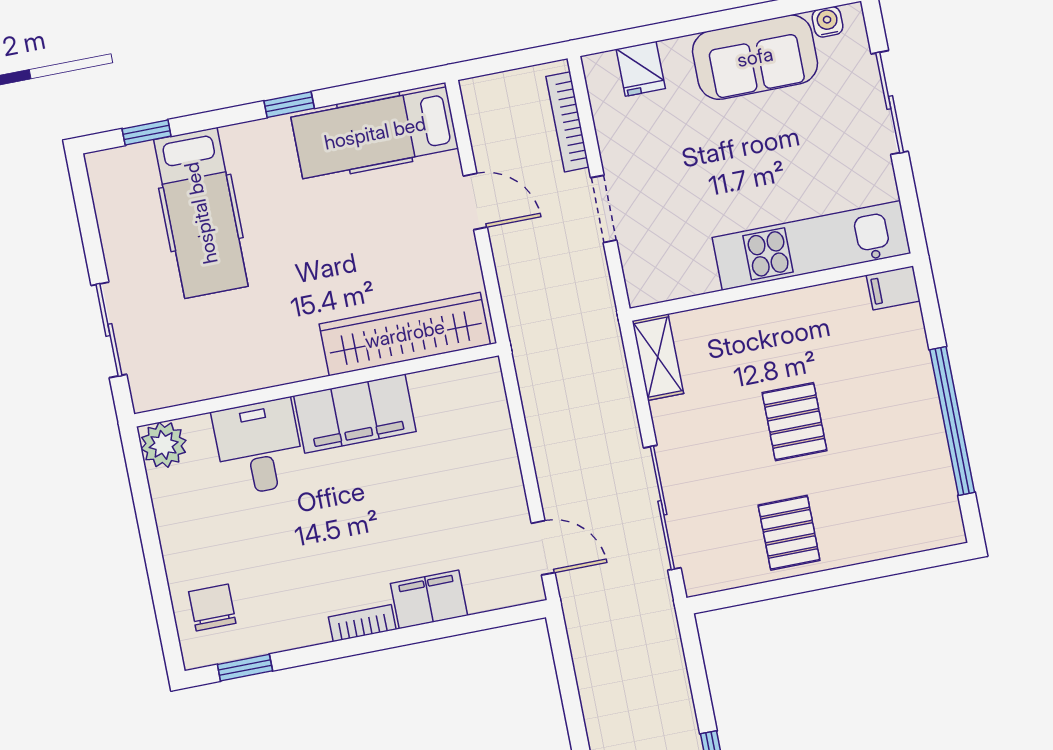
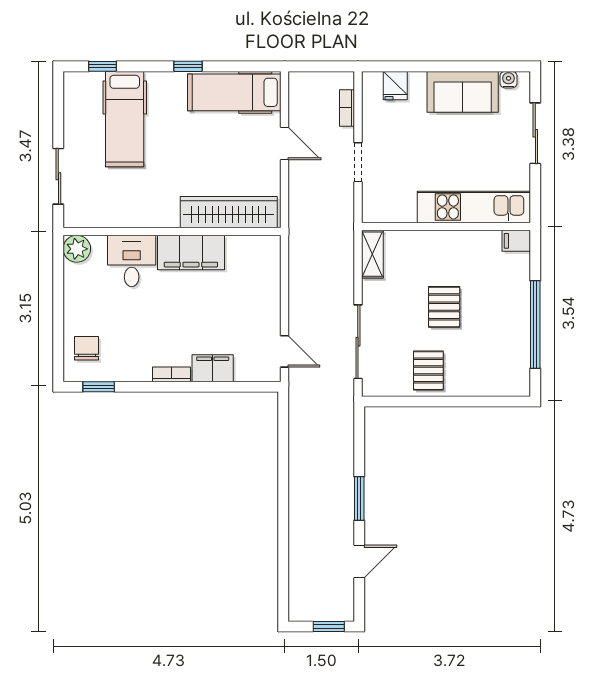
bookcase: (568, 122) -> (347, 108), width x0.64

